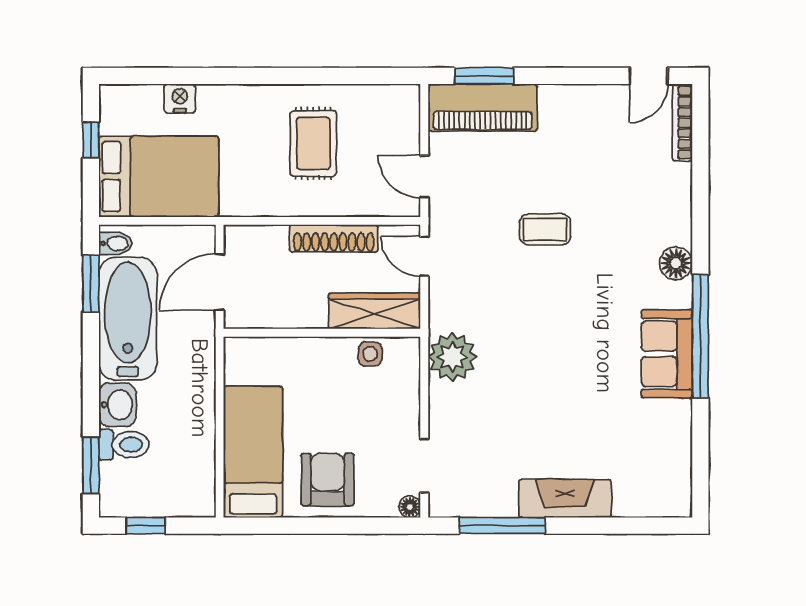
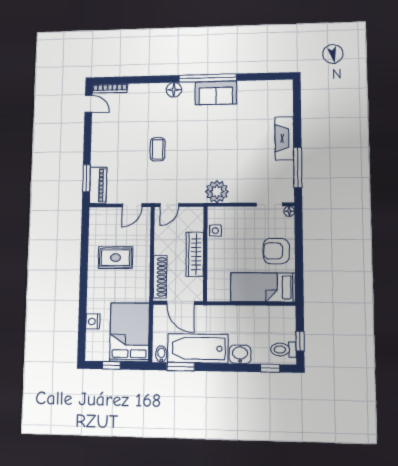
piano: (483, 108) -> (98, 185), width x0.73, depth x0.75
shoe rack: (334, 238) -> (160, 277), moved
wardrobe: (374, 311) -> (195, 254), moved
toilet: (124, 445) -> (283, 350), moved, turned -90
window: (91, 465) -> (270, 368), width x0.67

